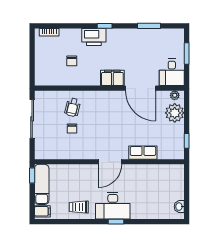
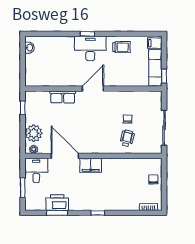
printer: (94, 37) -> (57, 203), moved
chair: (72, 61) -> (153, 179), moved

